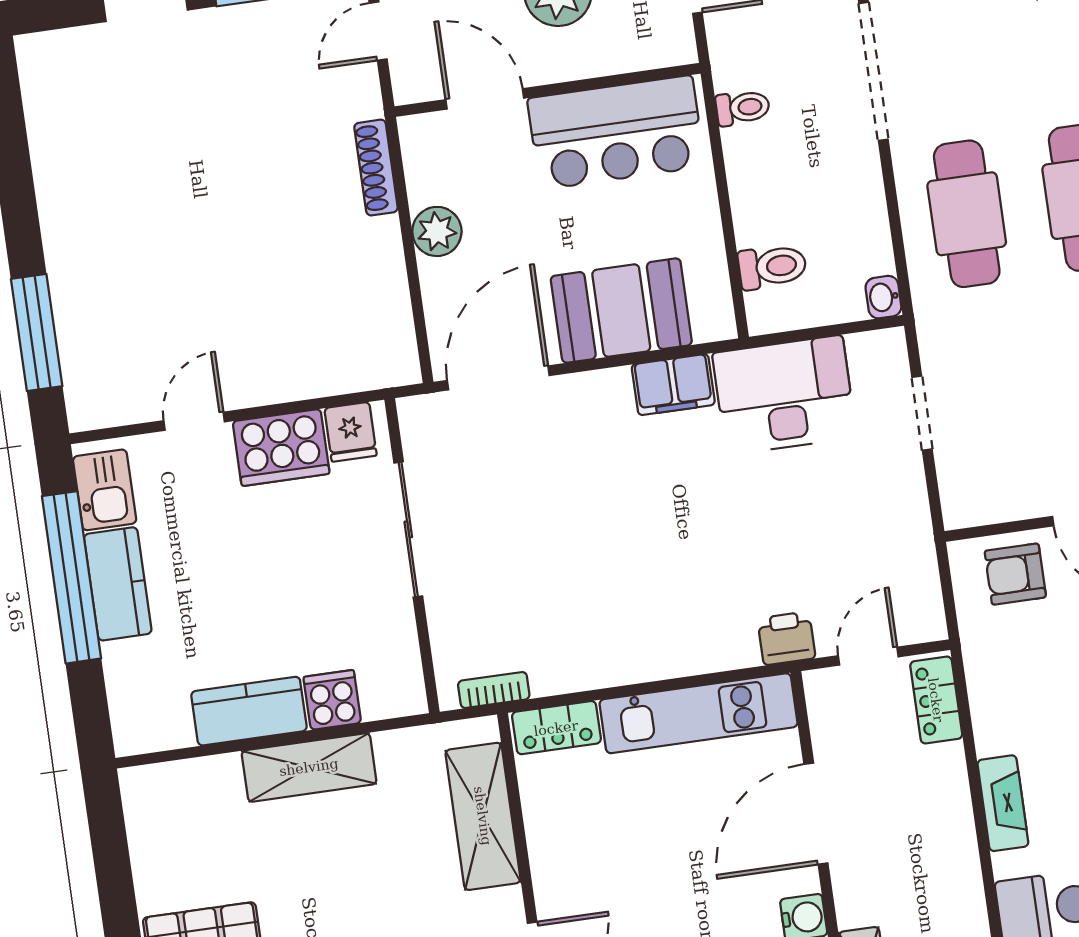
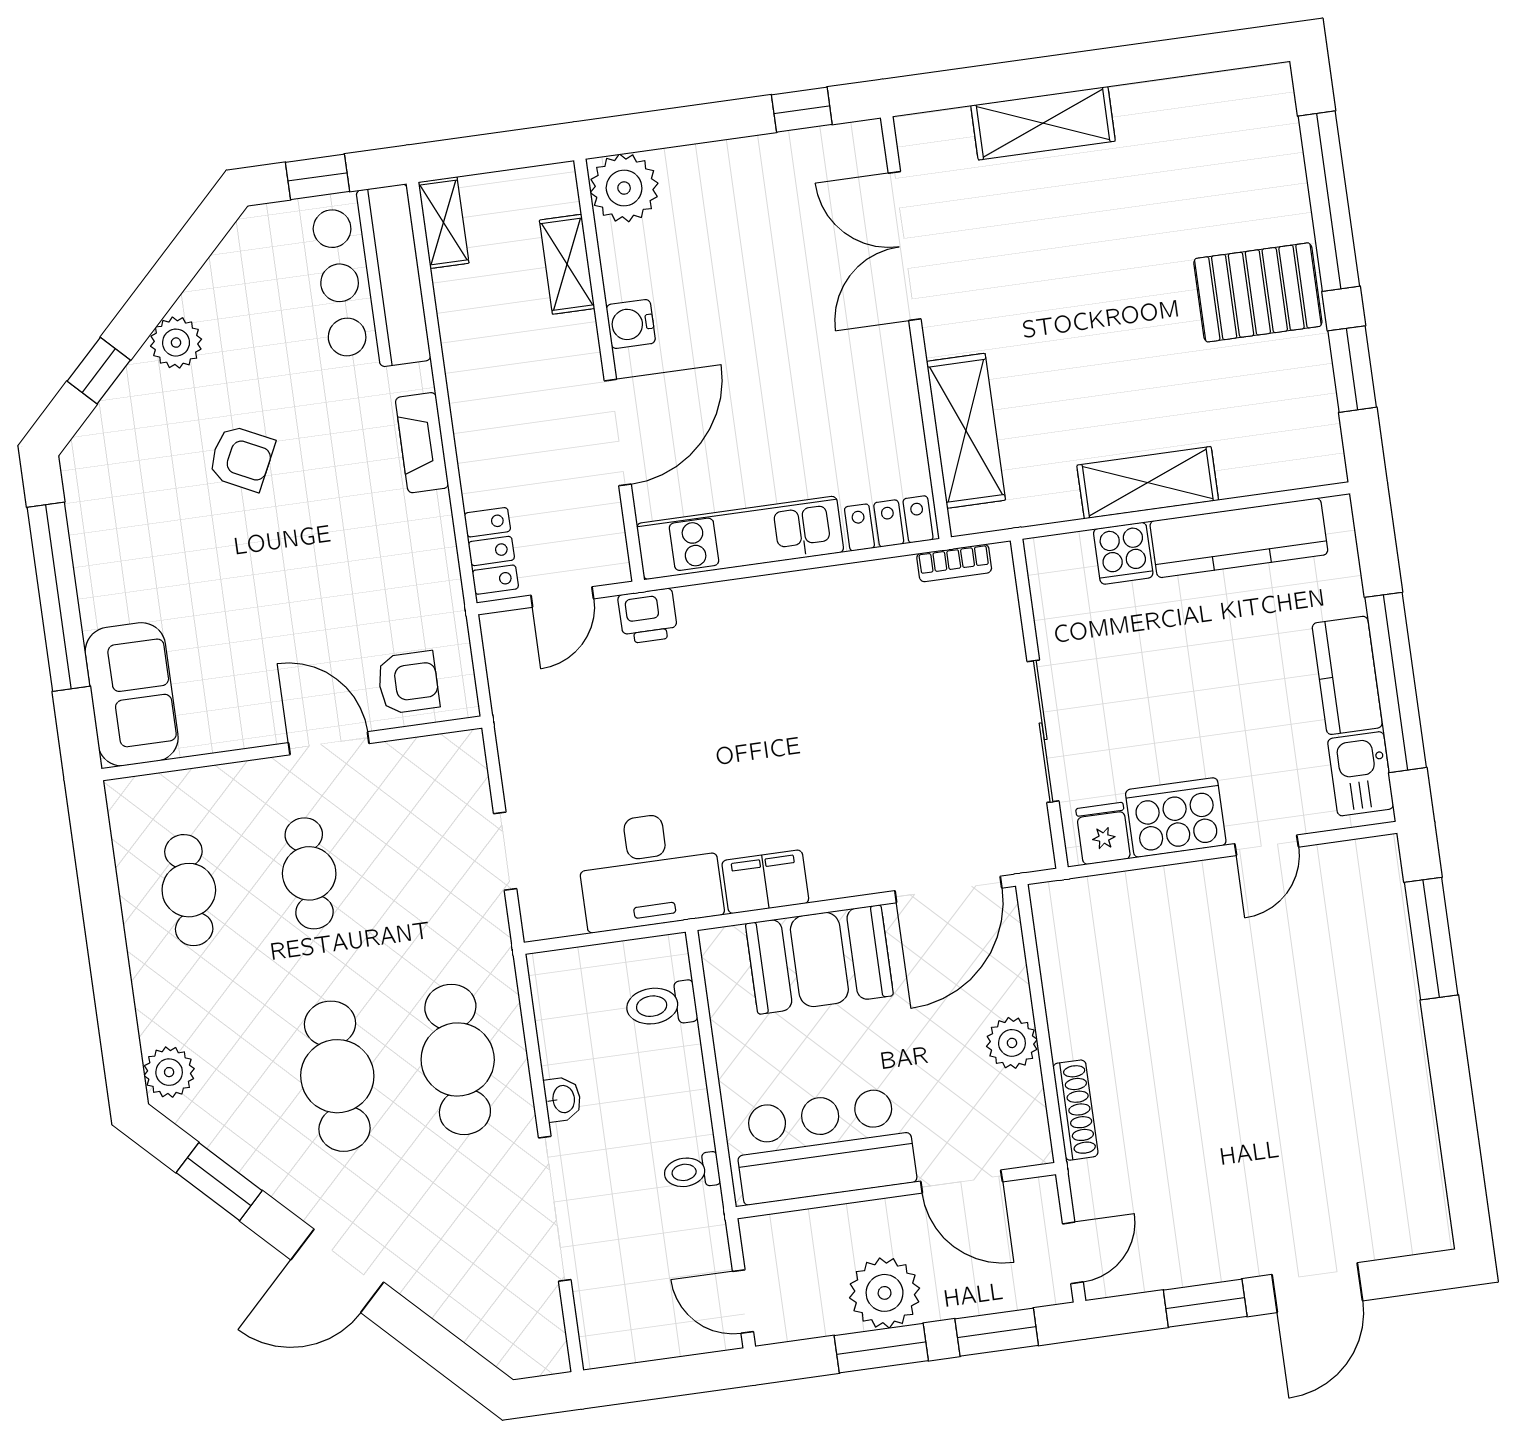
washbasin: (883, 297) -> (563, 1099), moved
kitchen counter: (249, 711) -> (1239, 538), width x1.50
window: (114, 877) -> (1352, 369), added

